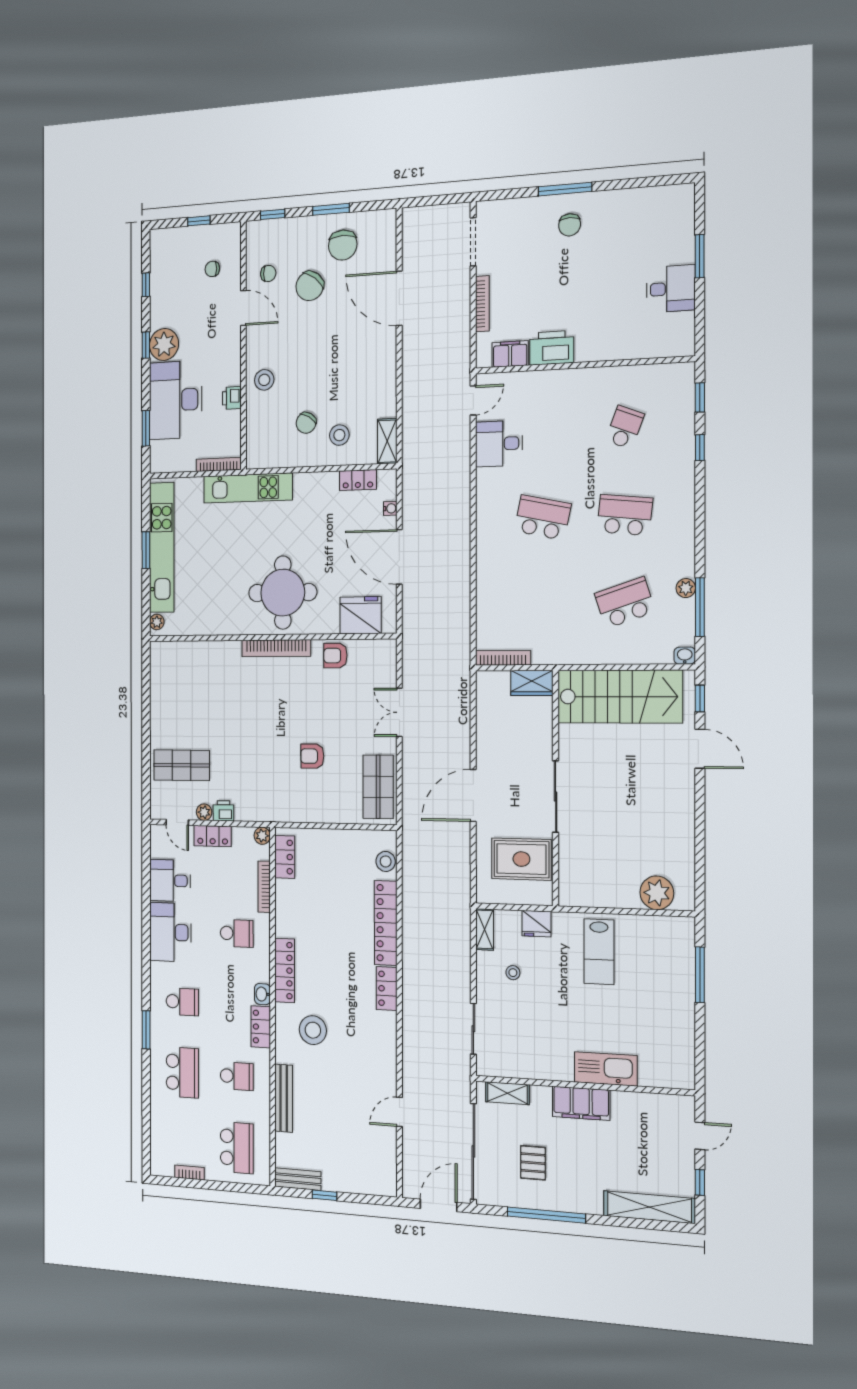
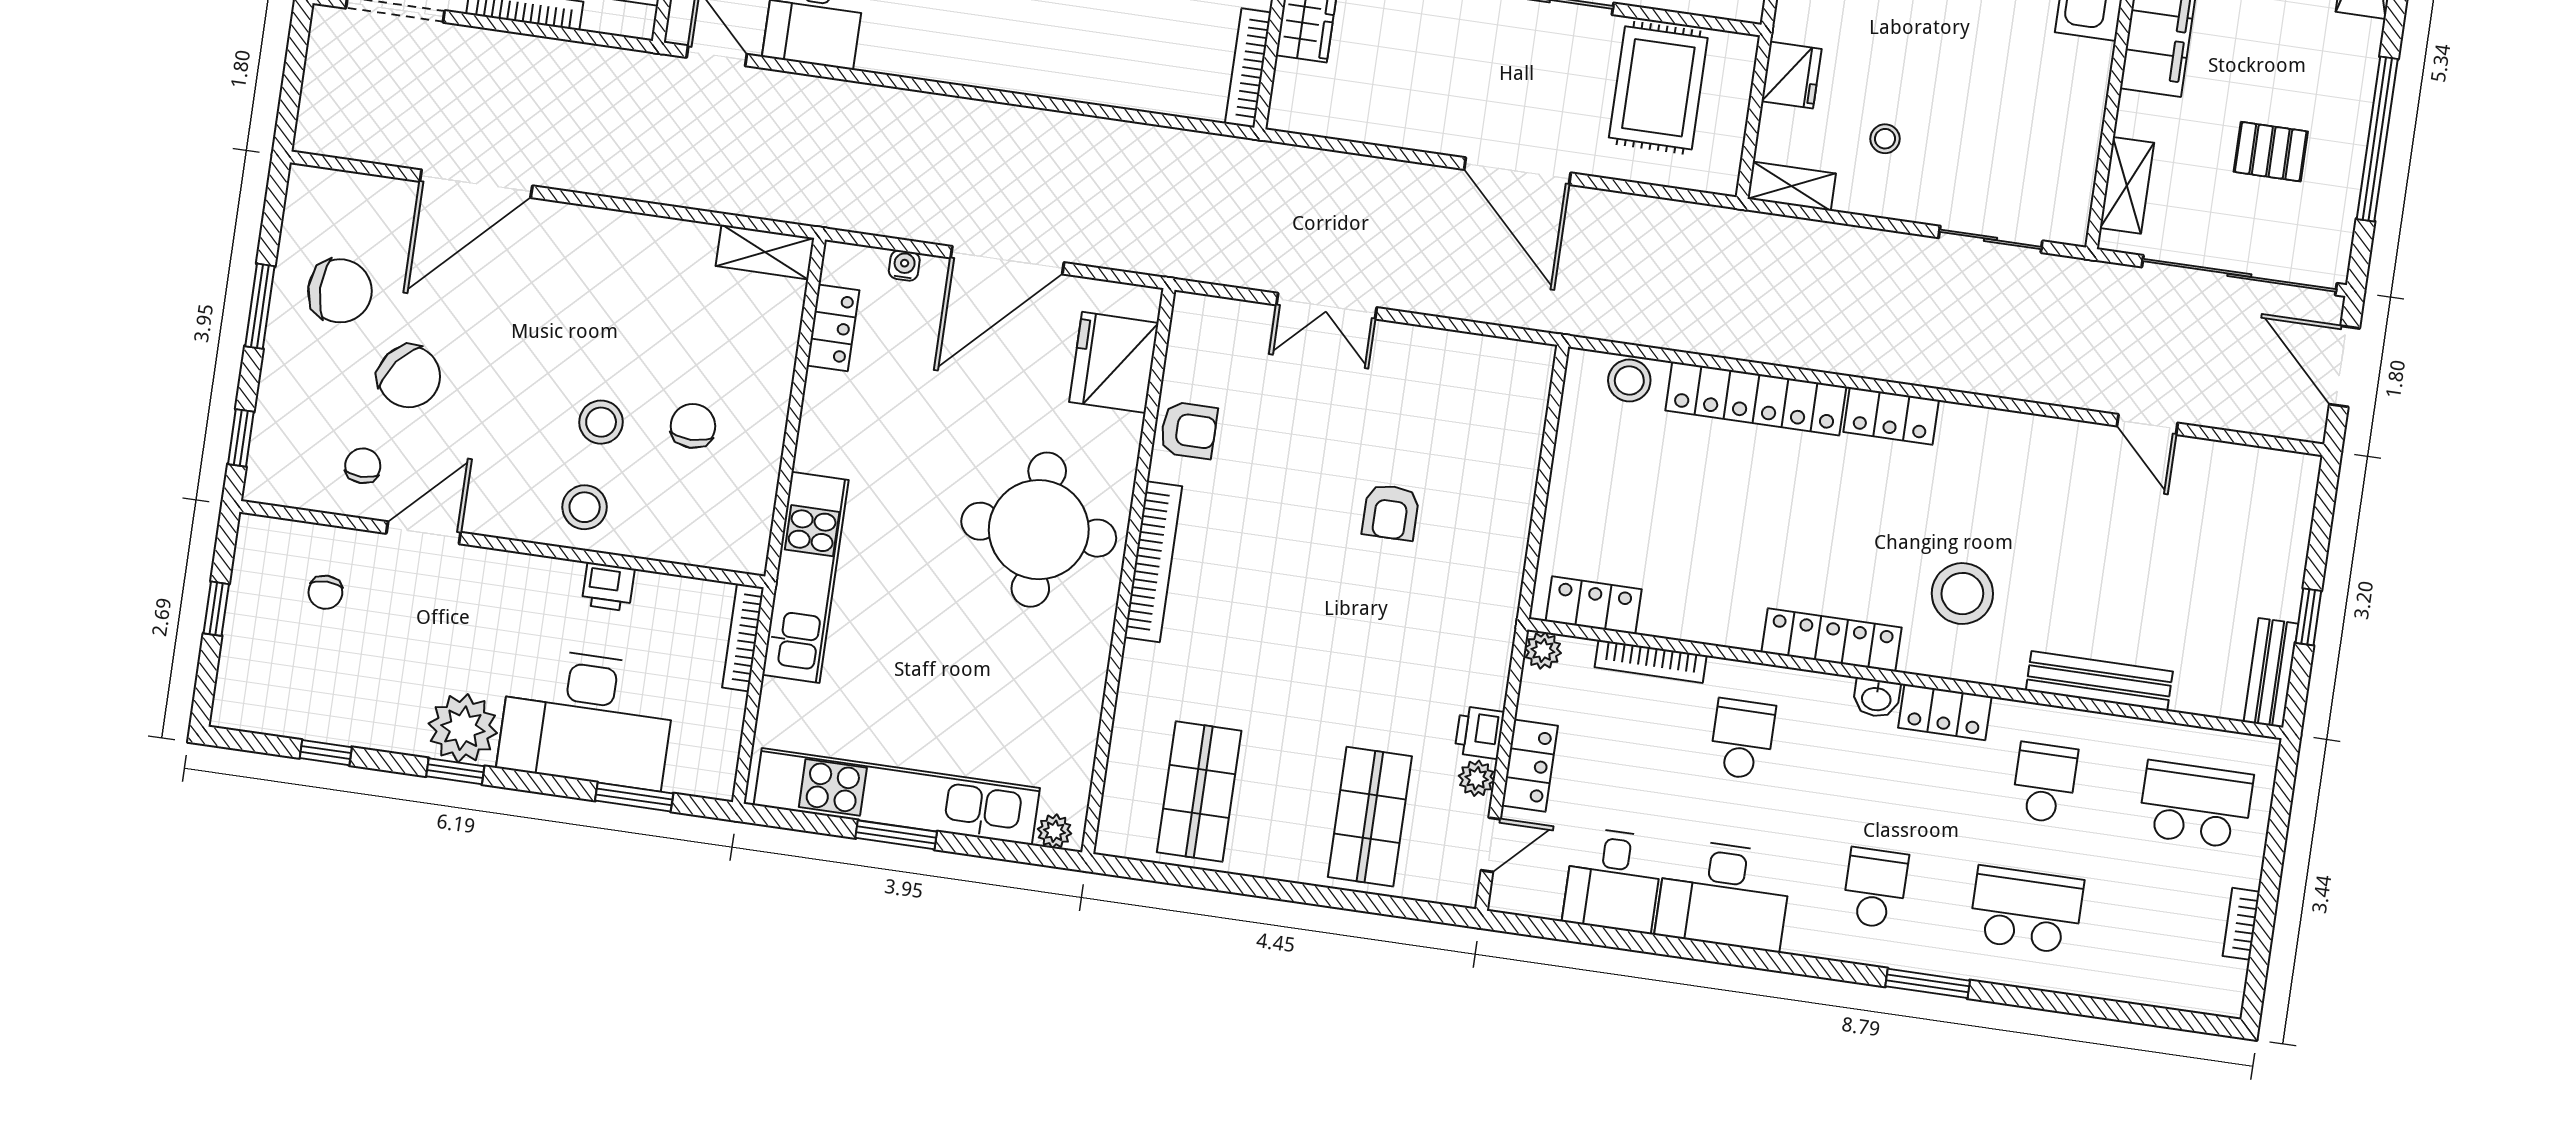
chair: (306, 423) -> (693, 426), turned -121
stool: (339, 435) -> (601, 422), moved
armchair: (335, 656) -> (1189, 430), turned -90
shop shelf: (378, 787) -> (1199, 791), moved, turned 90

